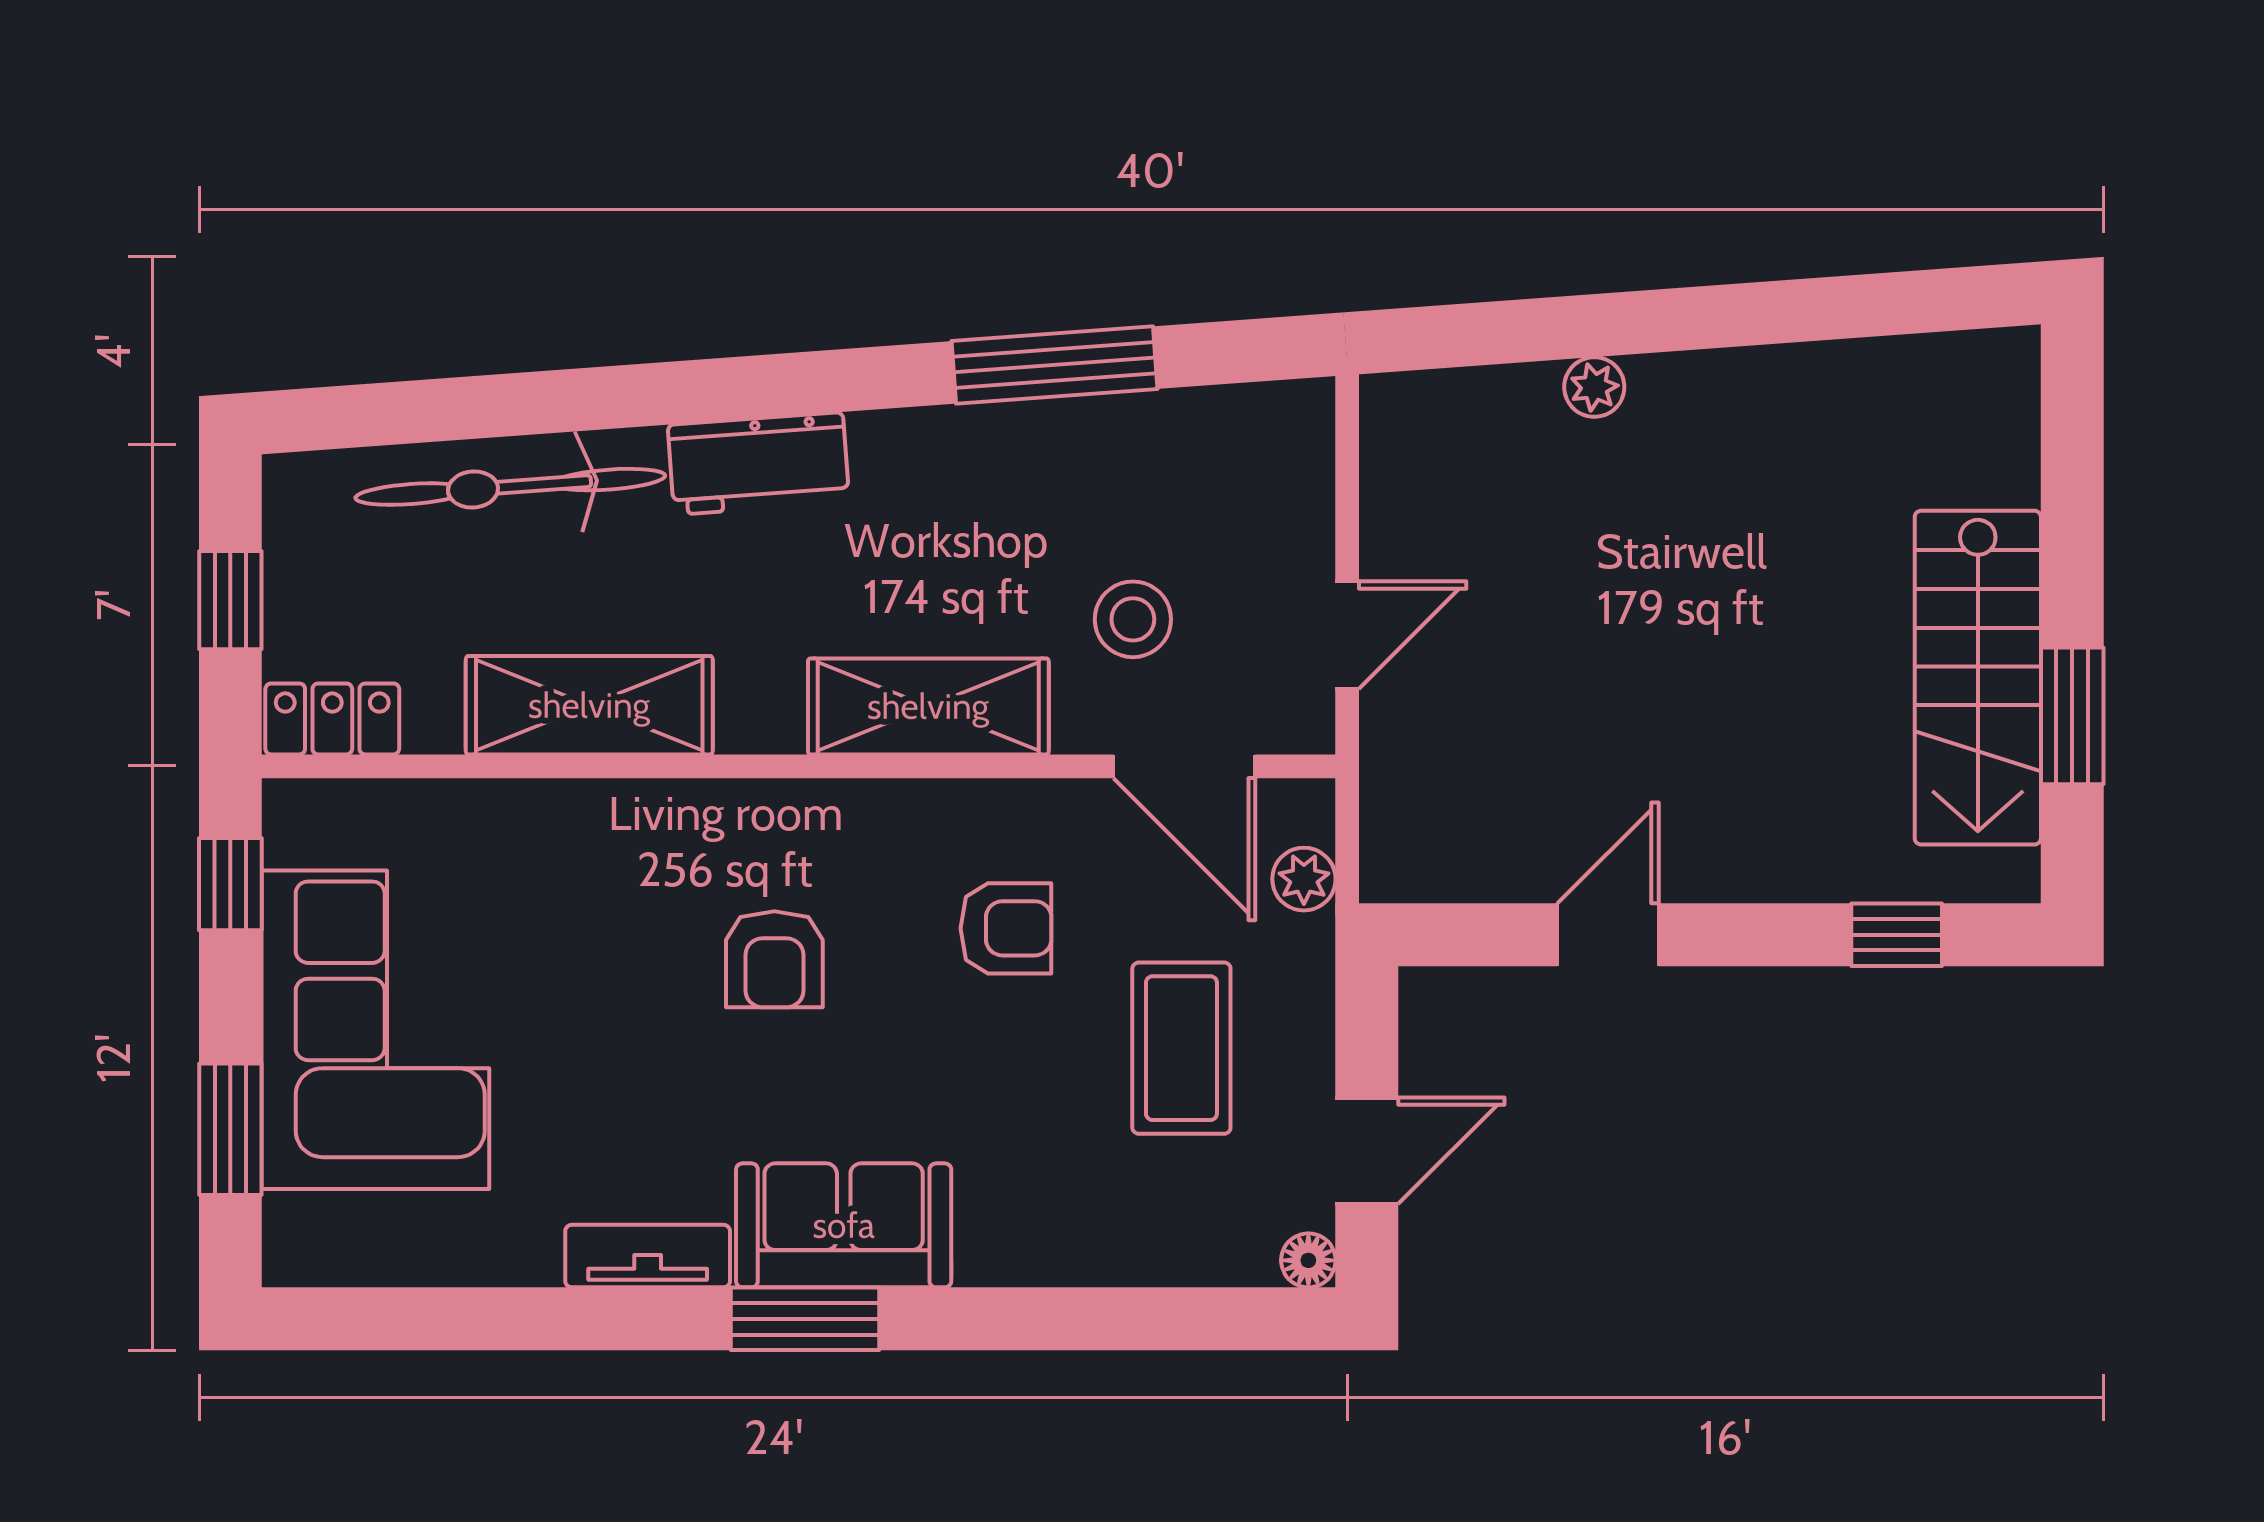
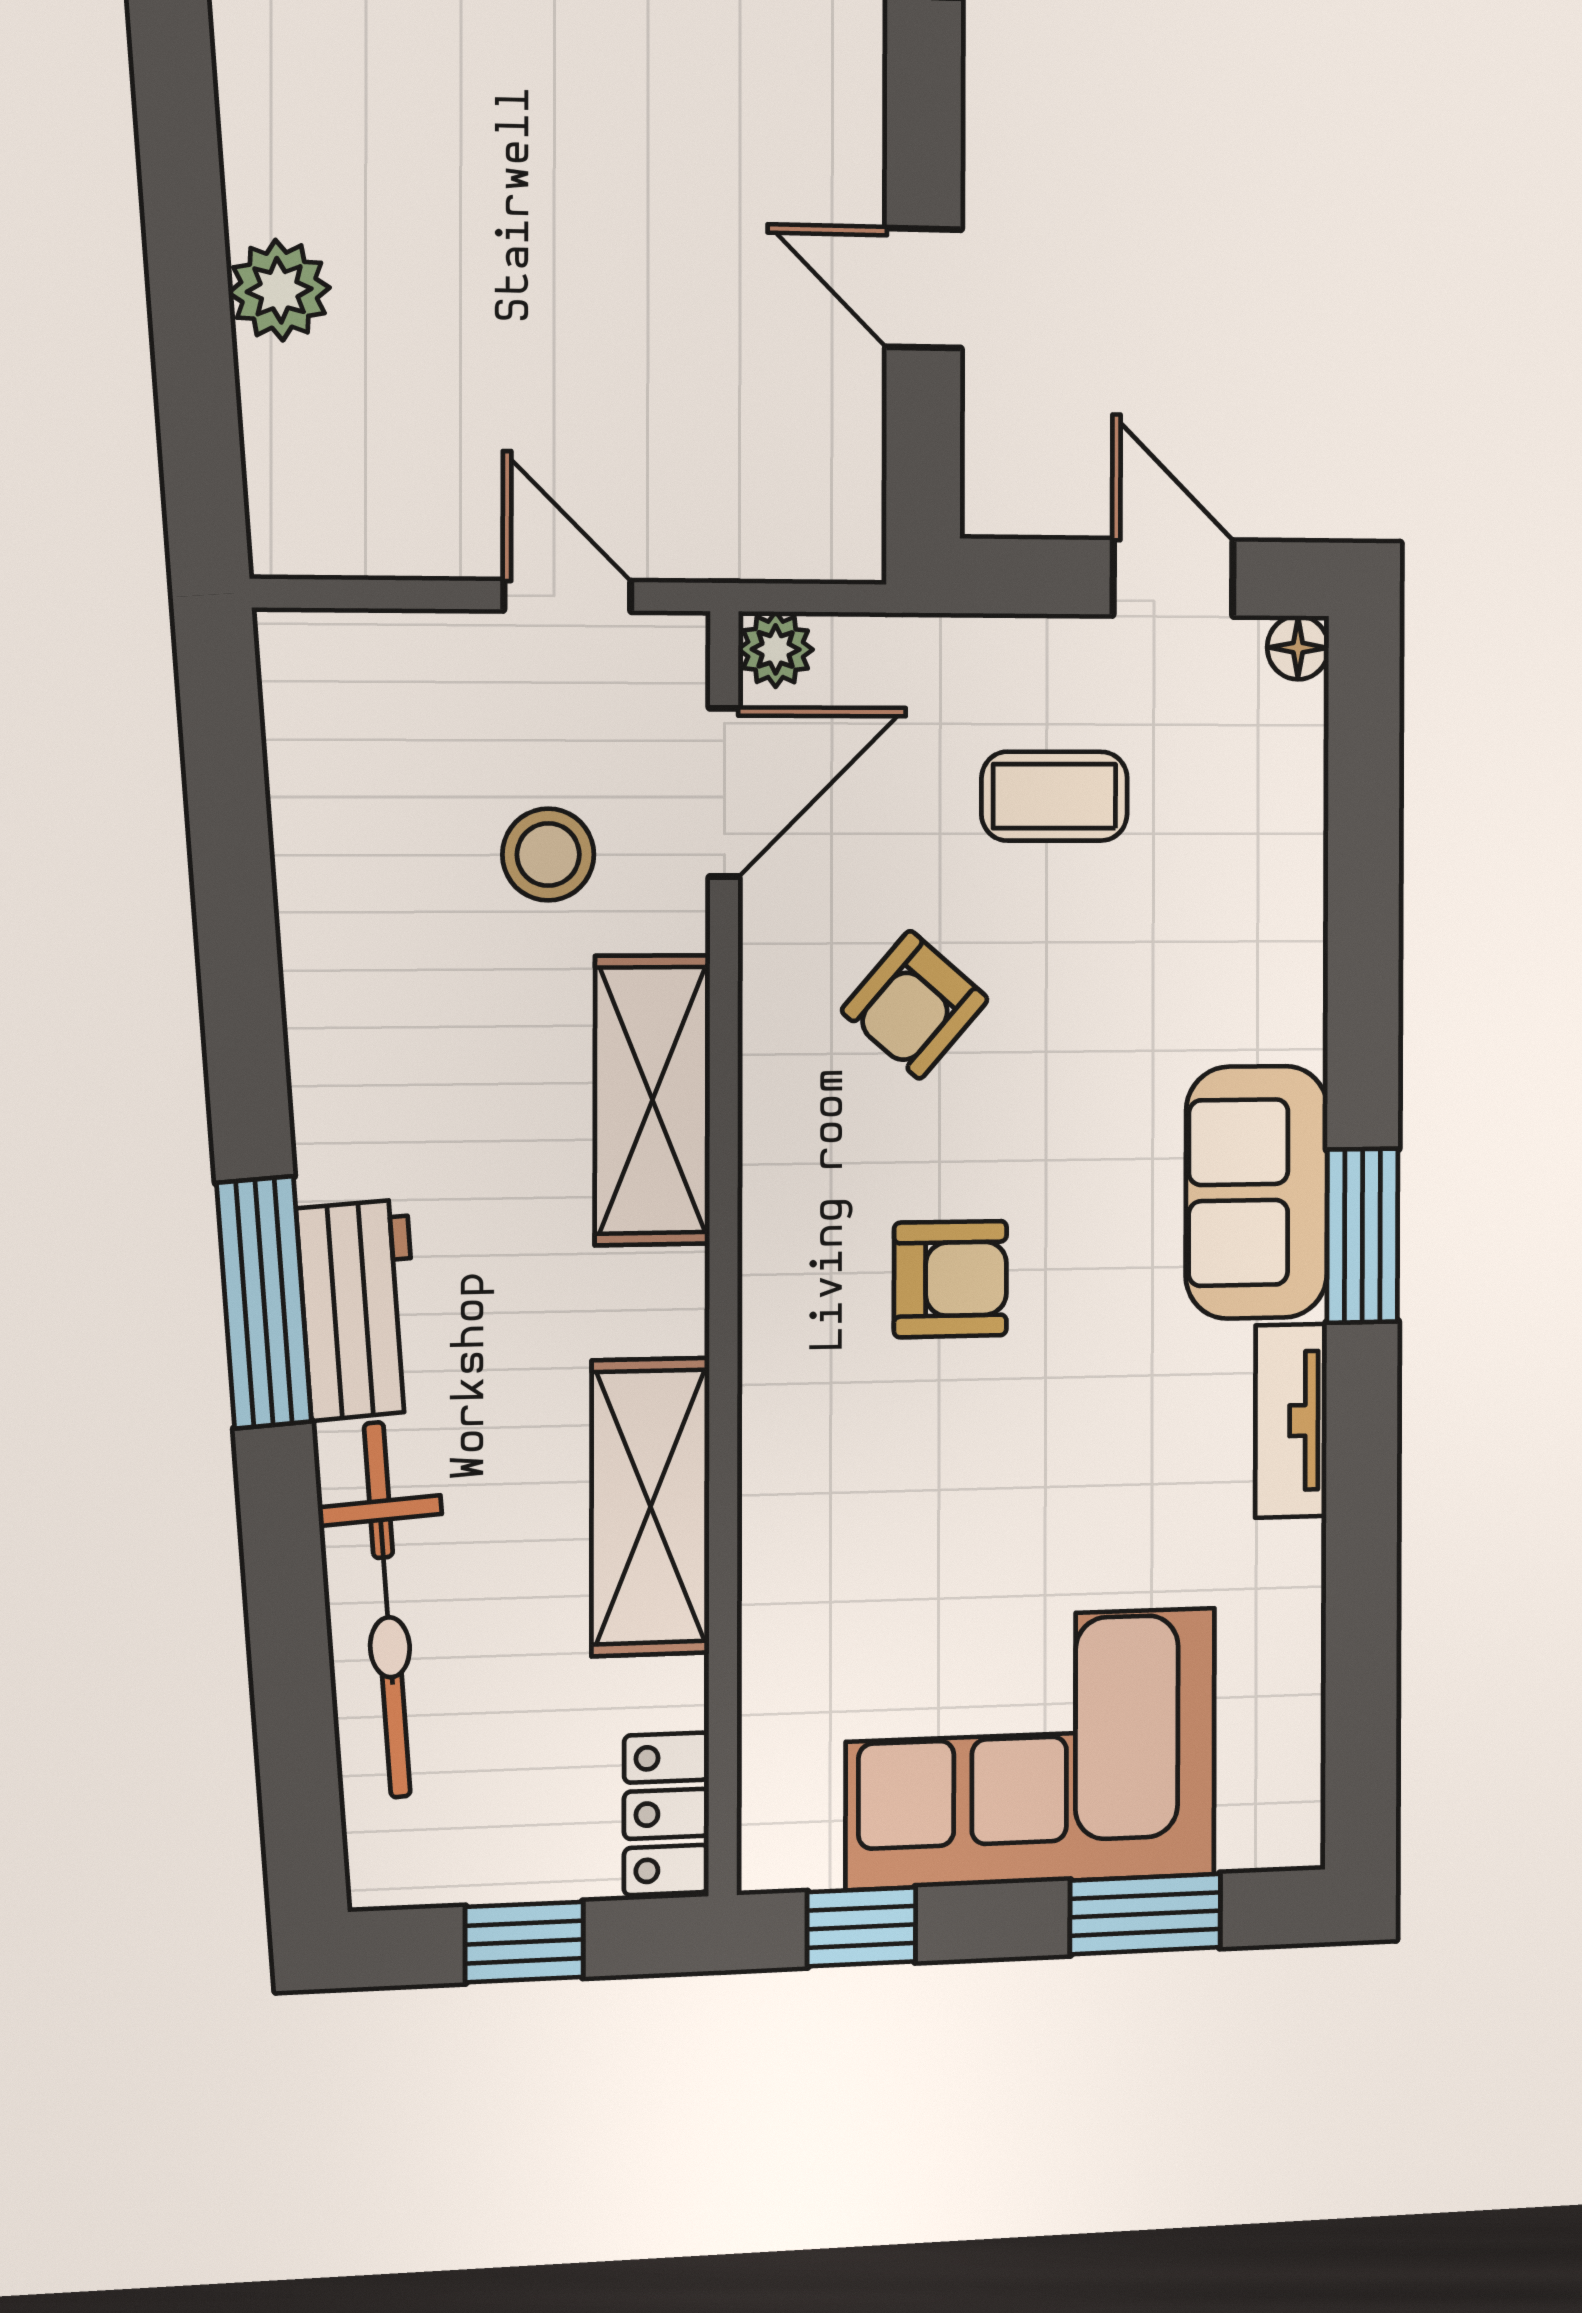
window: (1055, 365) -> (264, 1302), moved
plant: (1594, 387) -> (279, 290), width x1.38, depth x1.38
plant: (1304, 879) -> (776, 649), moved
armchair: (1006, 928) -> (915, 1005), turned -139
coffee table: (1181, 1048) -> (1054, 796), width x0.73, depth x0.77

